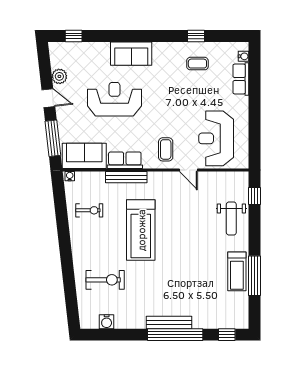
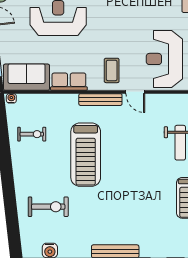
bench: (126, 177) -> (100, 100), moved

